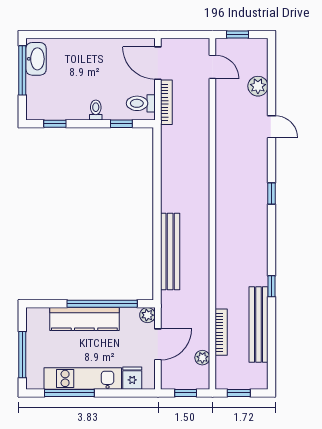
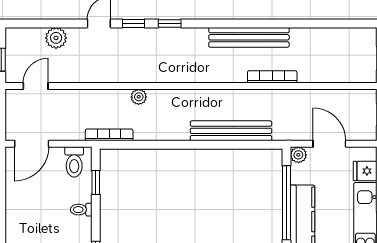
bookcase: (166, 102) -> (109, 135), moved
window: (272, 286) -> (134, 23), moved
bench: (259, 324) -> (249, 37), moved
bookcase: (221, 332) -> (272, 77), moved
plant: (202, 358) -> (139, 97), moved

